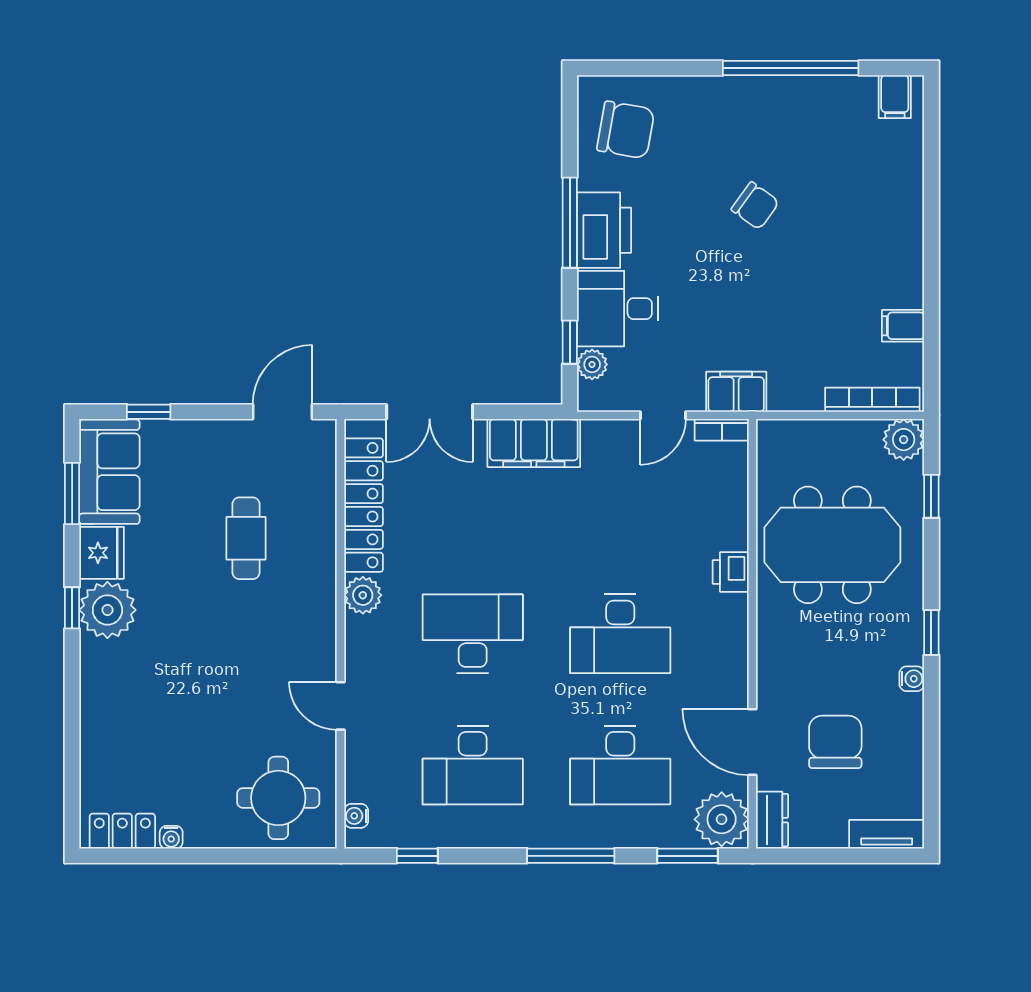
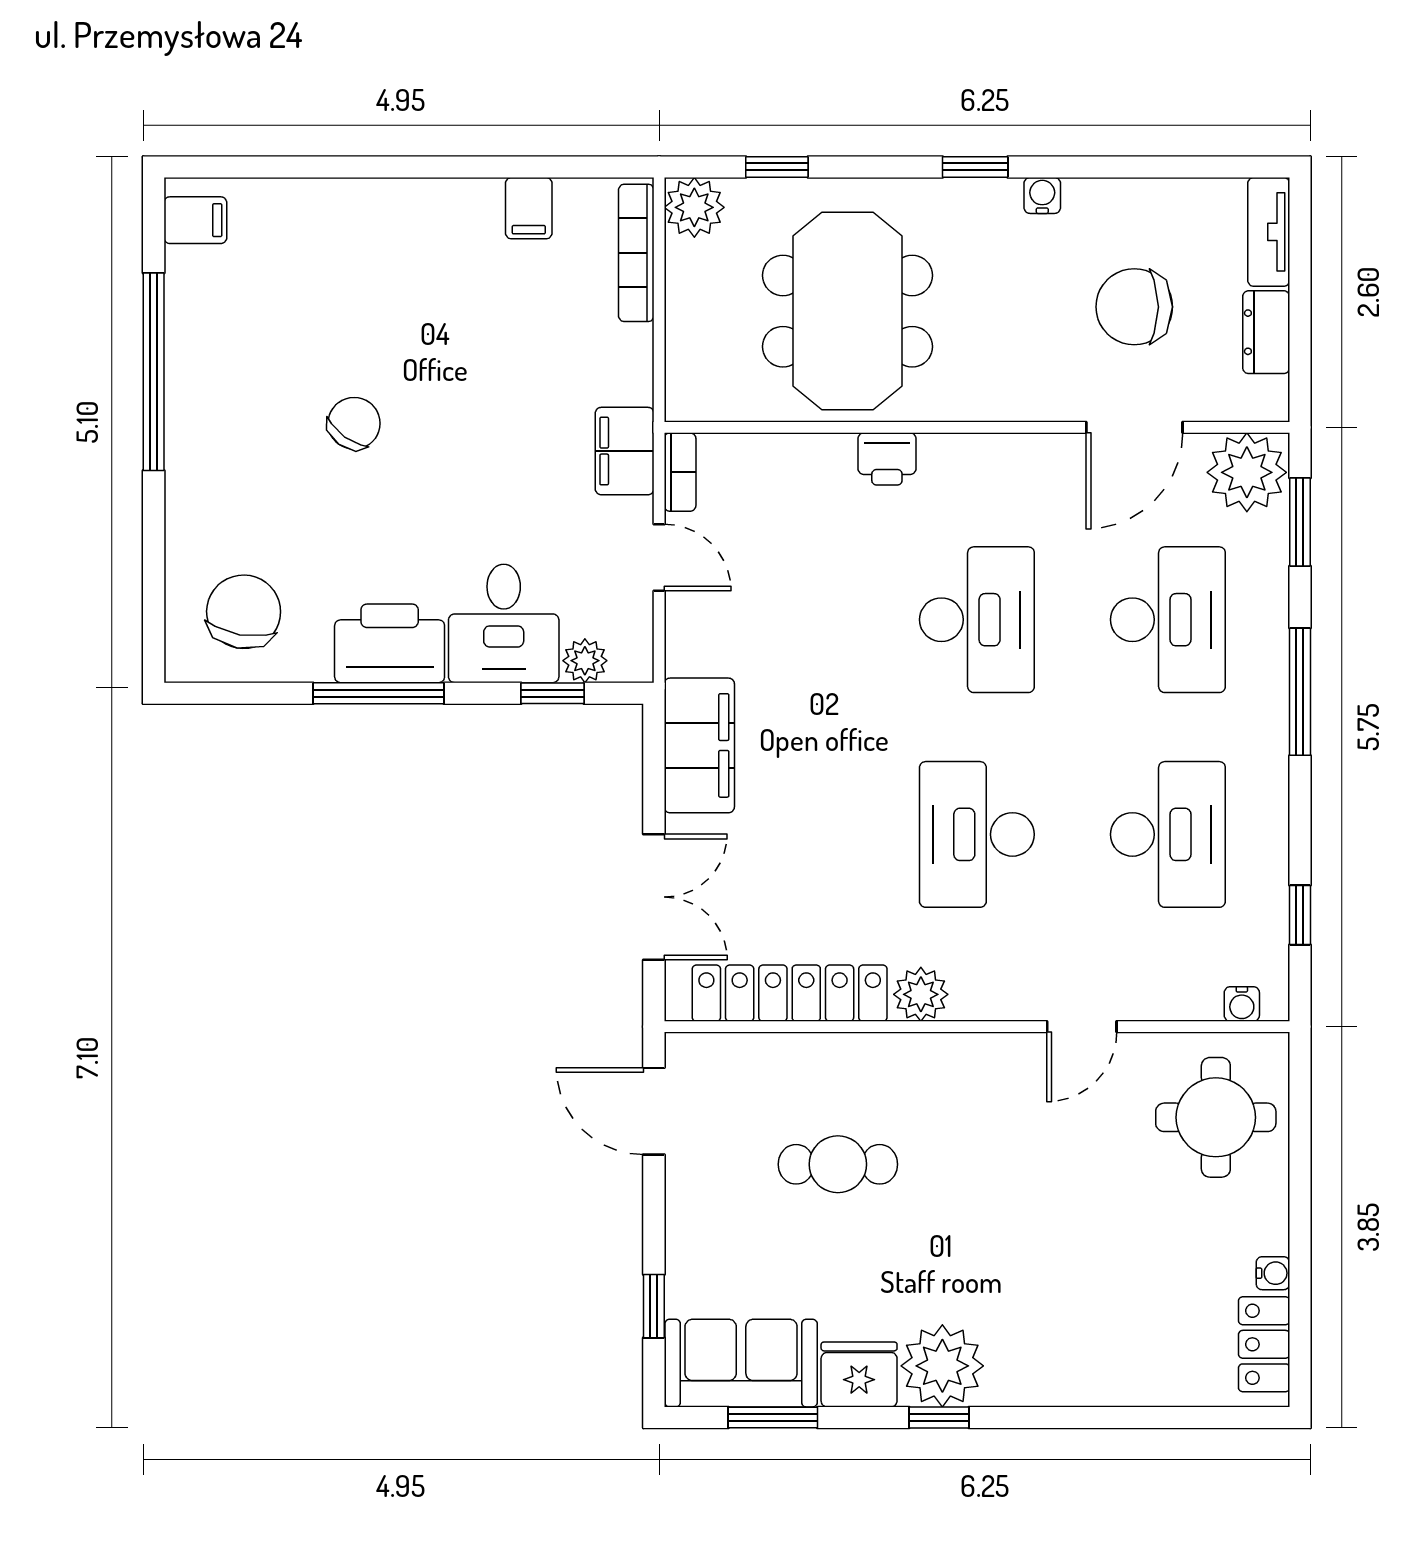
dresser: (772, 820) -> (1266, 332), moved, turned -90

